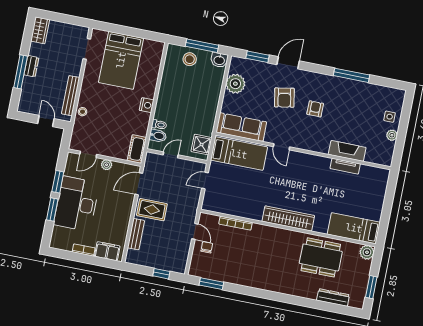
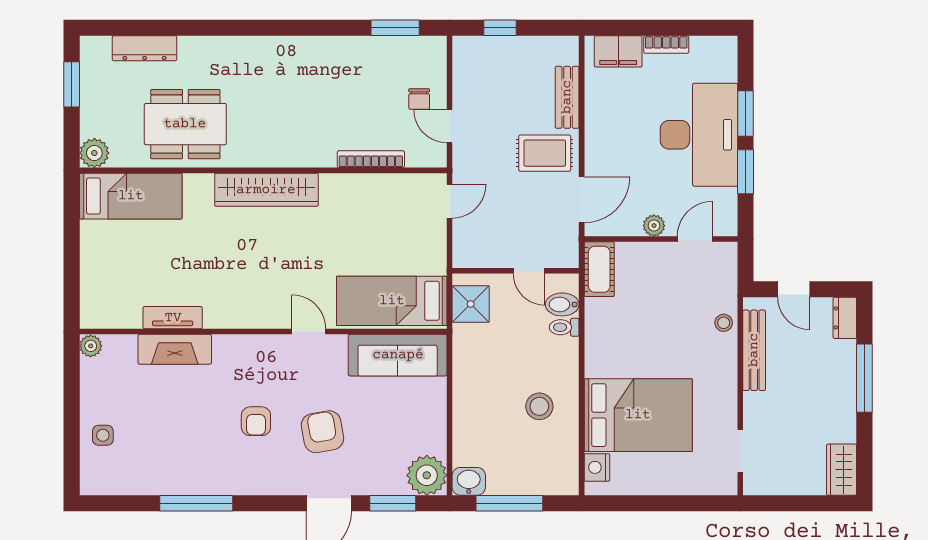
stool: (190, 59) -> (539, 406), moved
bed: (121, 60) -> (638, 415), moved, turned 90
dresser: (31, 66) -> (845, 318), moved
plant: (235, 84) -> (427, 475), moved
nightstand: (147, 105) -> (597, 467), moved
plant: (392, 135) -> (91, 346), moved
door: (171, 155) -> (529, 271), hinge flipped
door: (205, 180) -> (449, 201), moved

